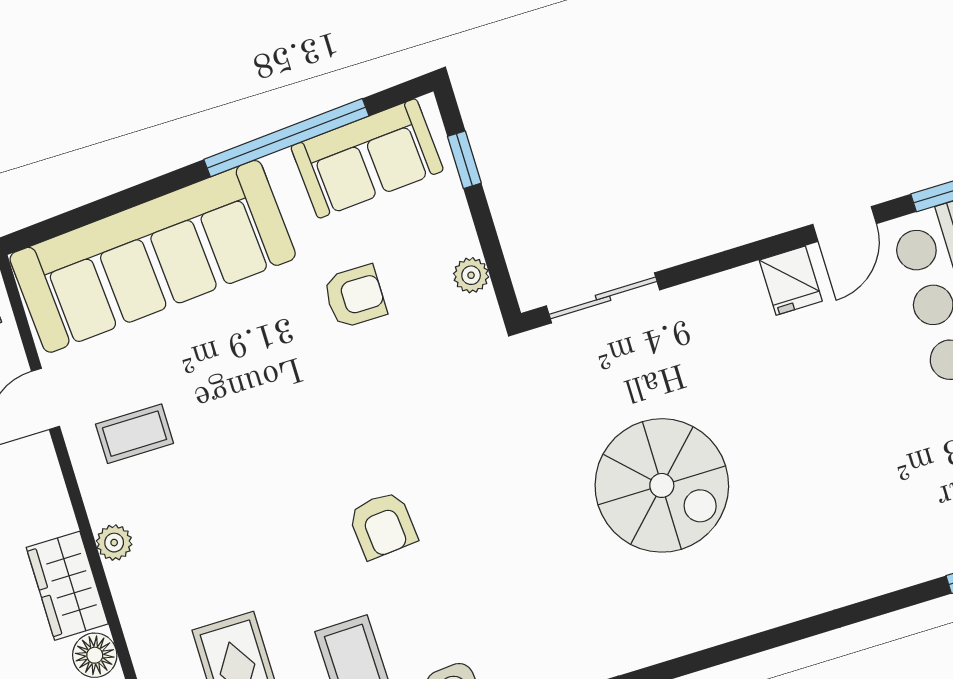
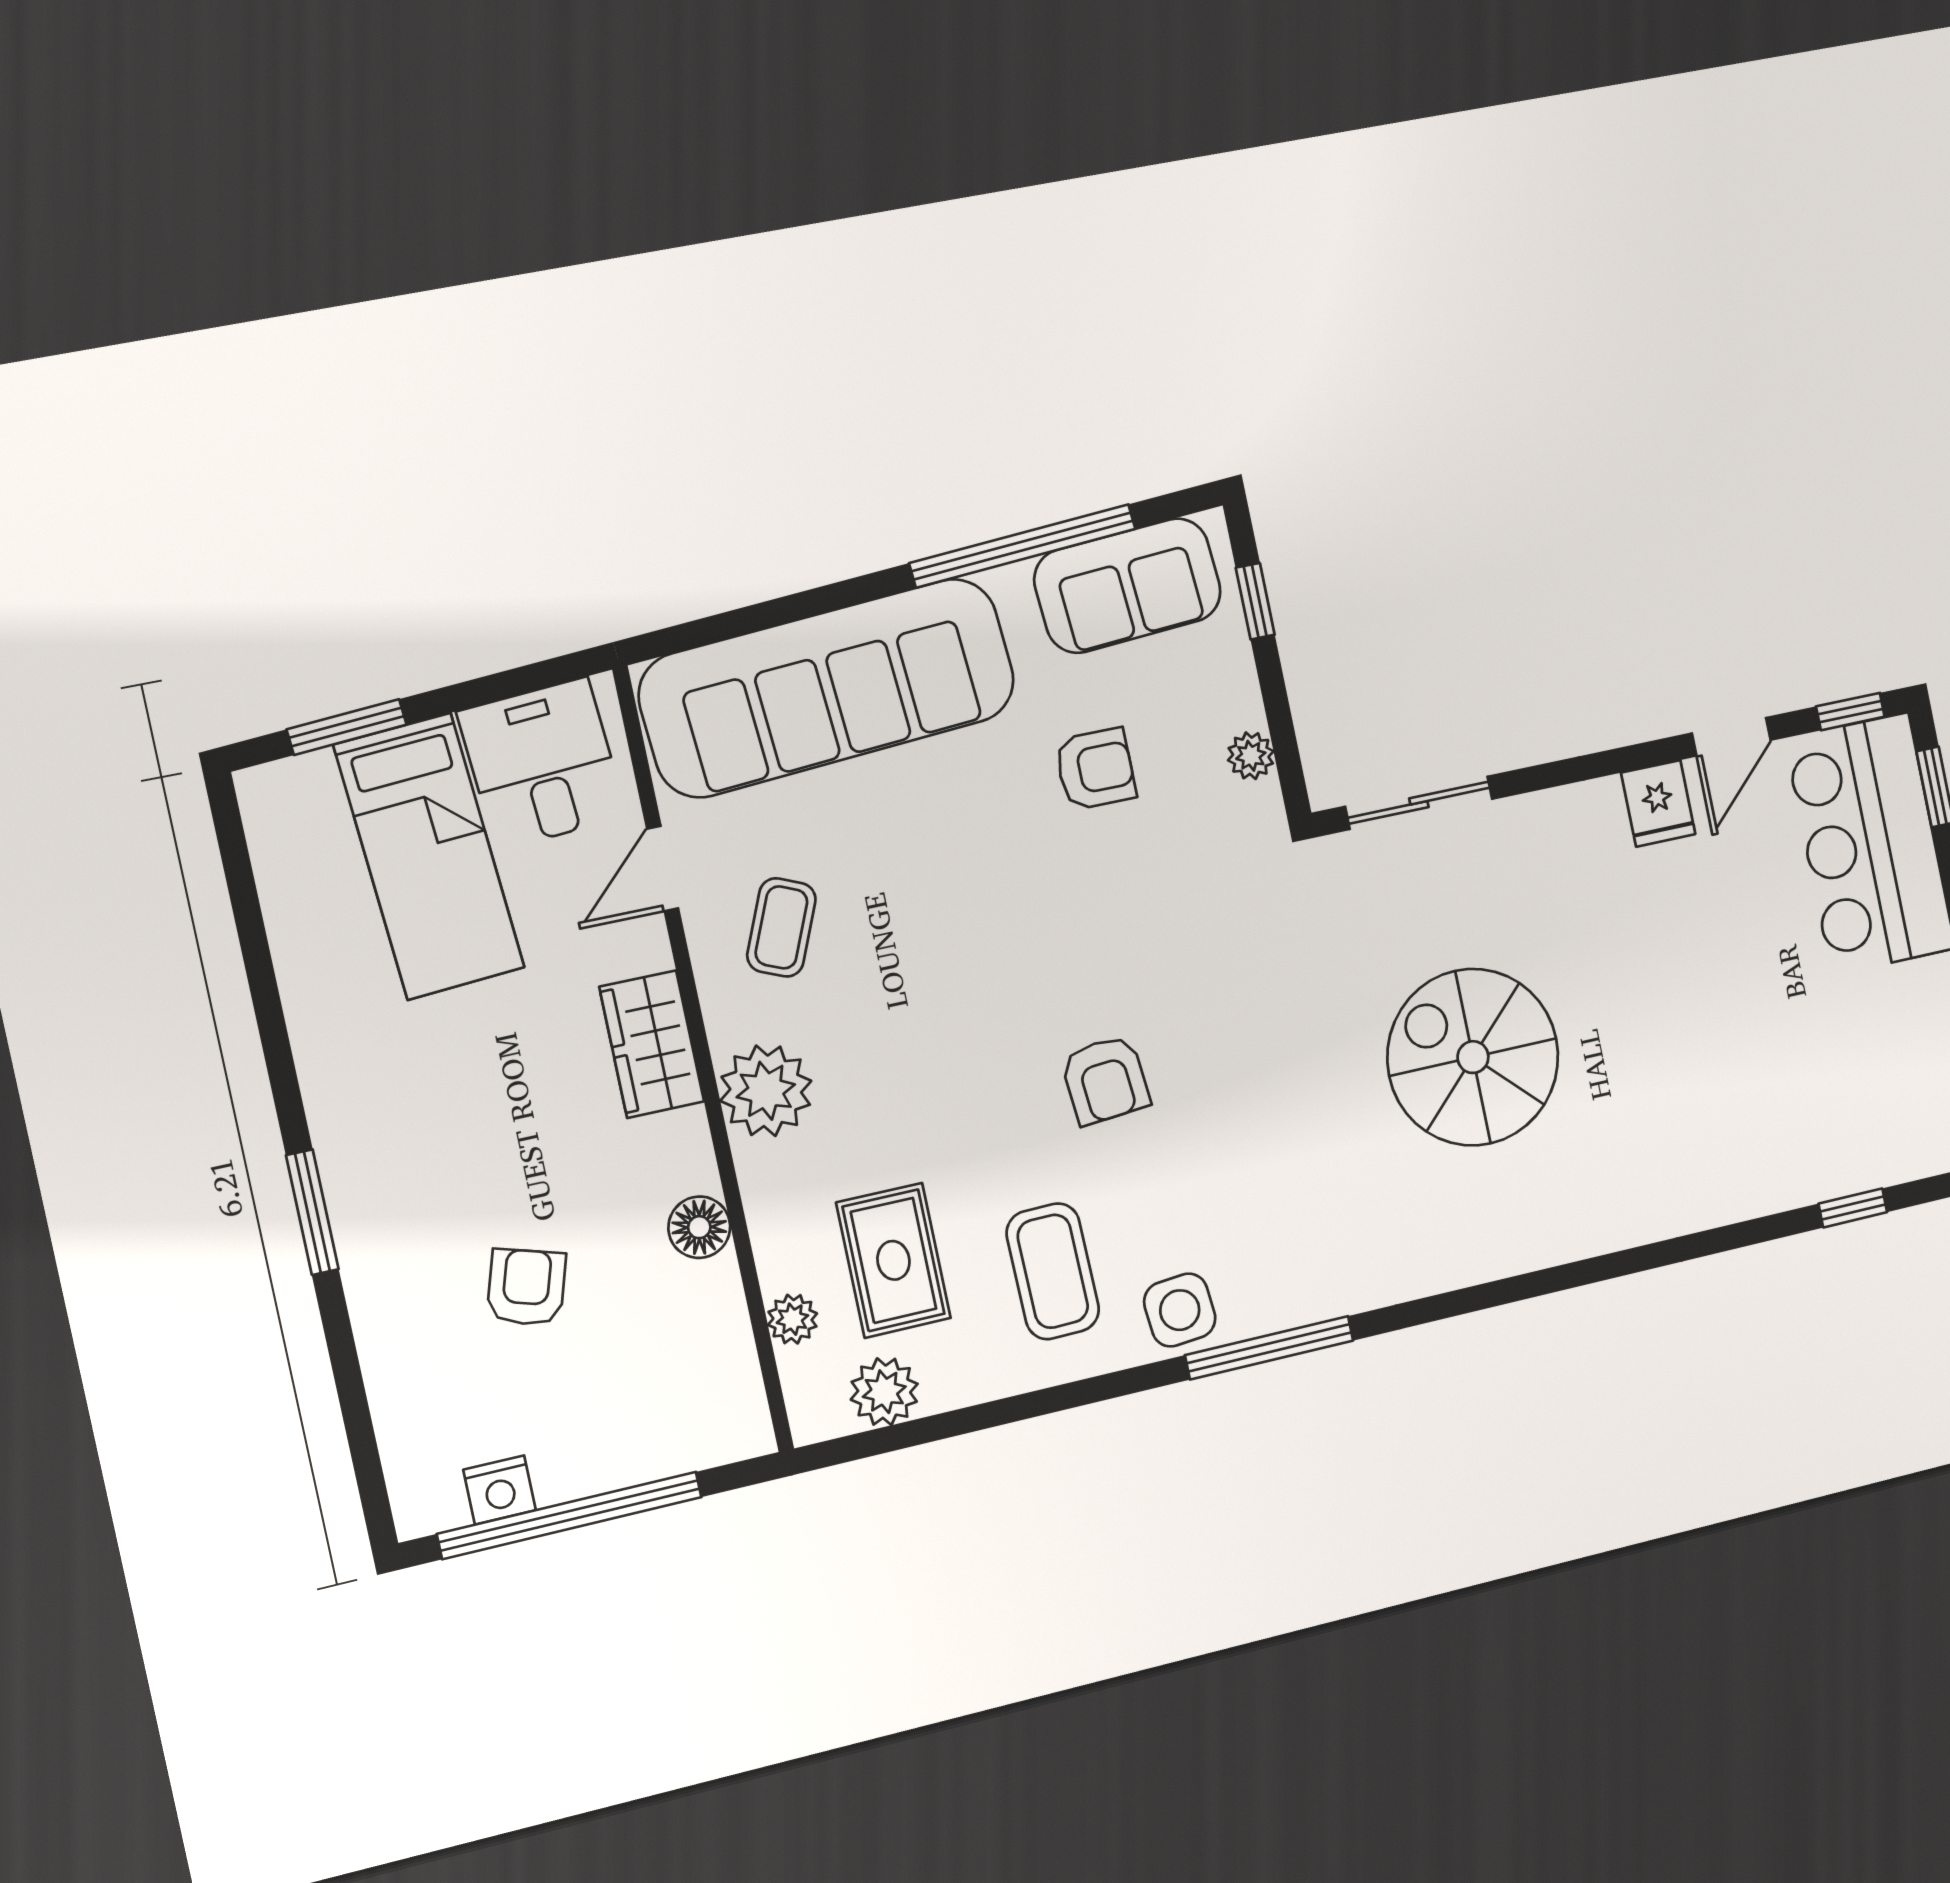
coffee table: (135, 434) -> (781, 927), turned -67
spiral stairs: (662, 485) -> (1473, 1057), turned 180
plant: (114, 543) -> (766, 1091), width x1.87, depth x1.87
wardrobe: (67, 586) -> (652, 1044), moved

